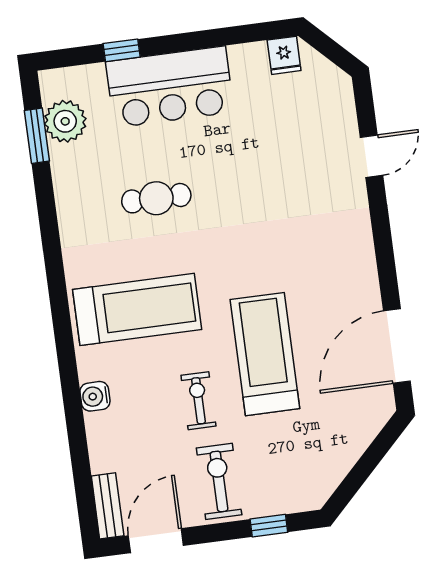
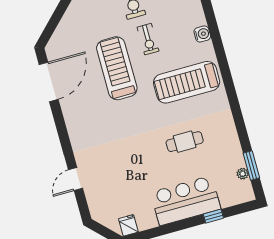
plant: (65, 121) -> (243, 174), width x0.53, depth x0.53
treadmill: (265, 354) -> (117, 68), turned 180

